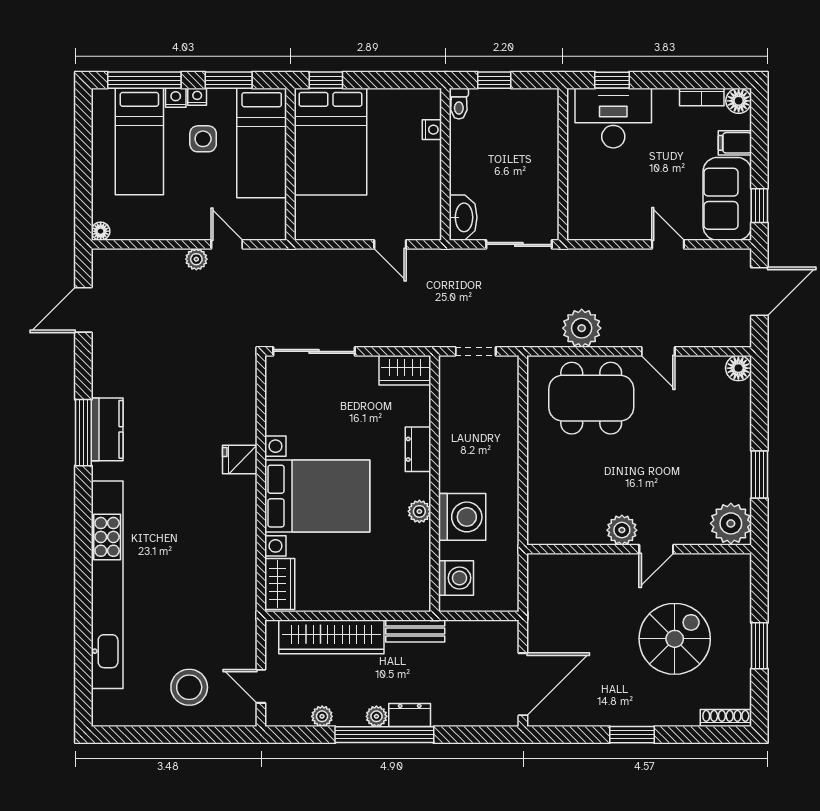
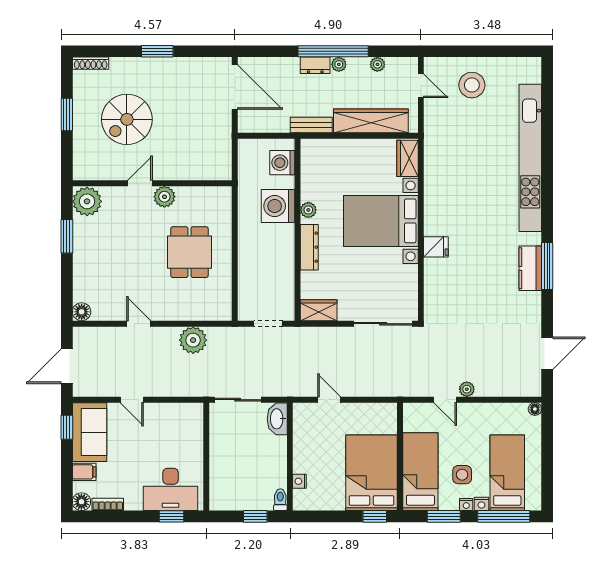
dining table: (591, 398) -> (189, 252), moved, width x0.73
dresser: (418, 449) -> (309, 247), width x1.44
door: (523, 684) -> (235, 87), swing flipped

